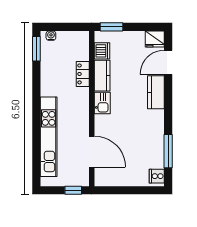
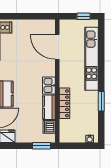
window: (36, 49) -> (101, 101), moved
locker: (83, 74) -> (64, 103), width x1.53
window: (73, 190) -> (83, 16), moved

